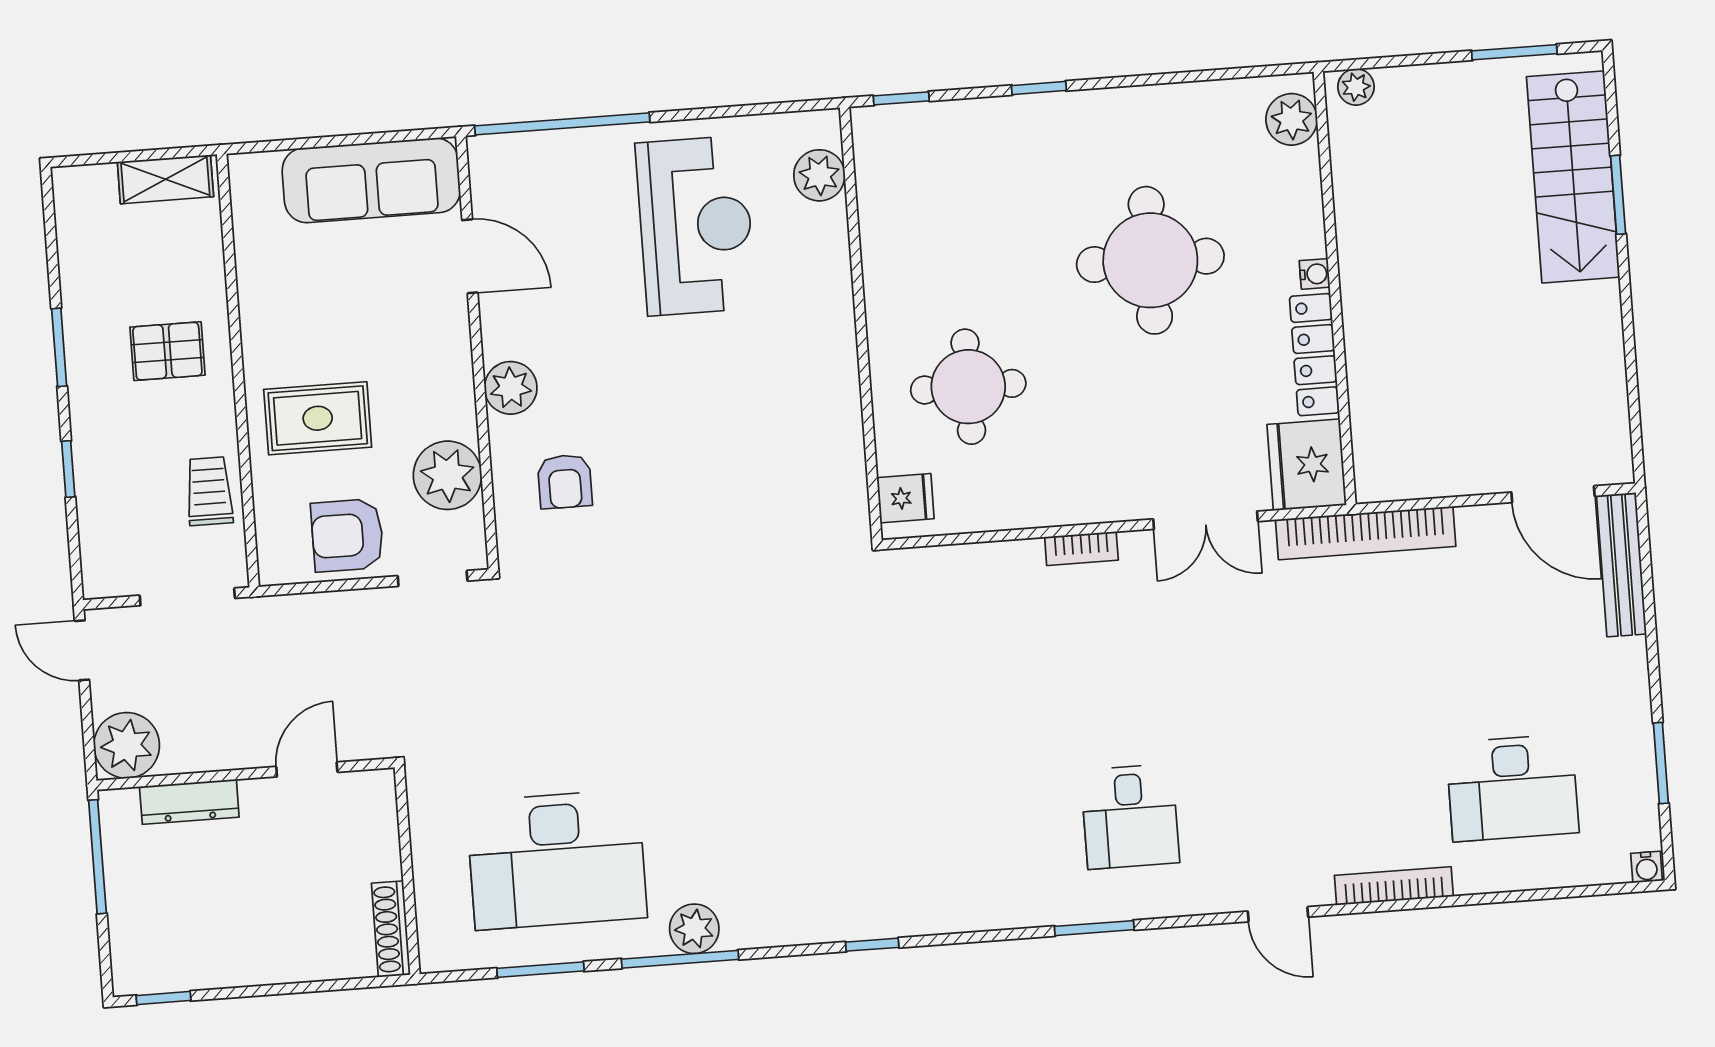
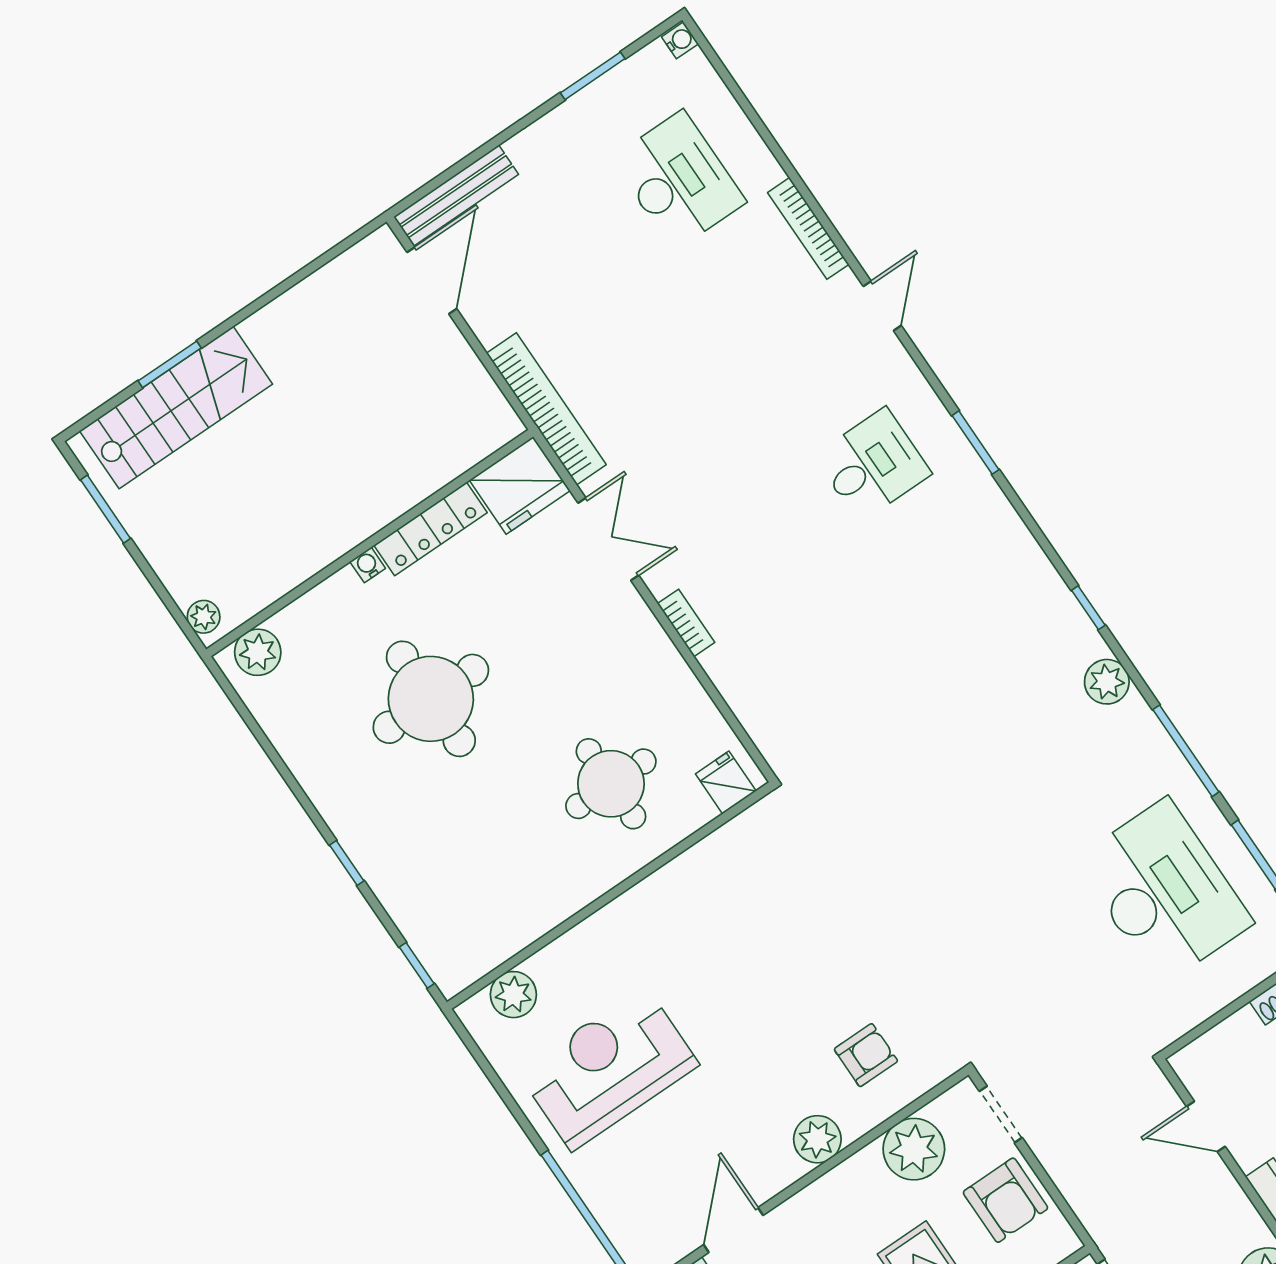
plant: (694, 929) -> (1107, 682), moved

